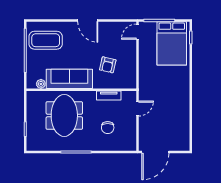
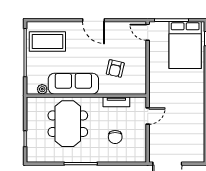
door: (137, 32) -> (148, 32), hinge flipped

